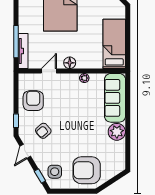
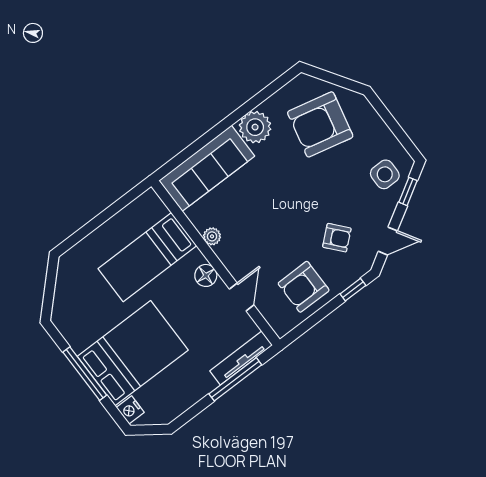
bed: (114, 44) -> (147, 257), moved
door: (49, 71) -> (242, 297), swing flipped
armchair: (87, 170) -> (320, 124), moved, turned 103

